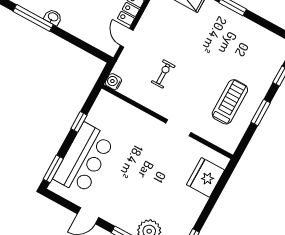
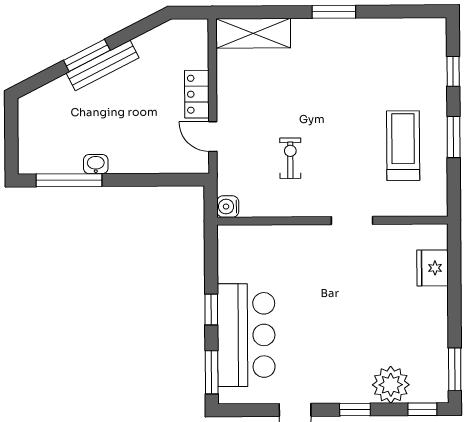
window: (79, 122) -> (211, 310), moved
fridge: (206, 177) -> (433, 268), width x0.73, depth x0.75

